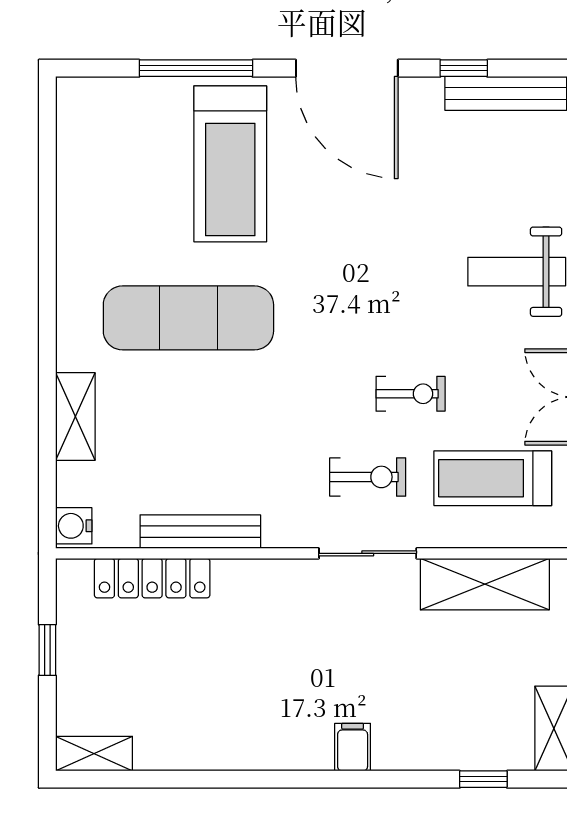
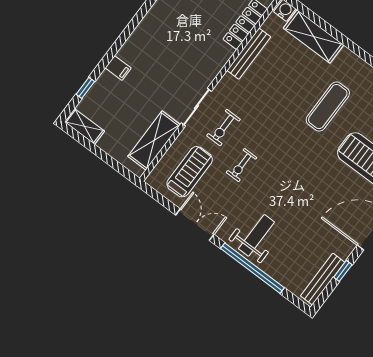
exercise mat: (188, 318) -> (328, 107), width x0.73, depth x0.69
shelving: (75, 417) -> (314, 36), width x1.50, depth x1.33
filing cabinet: (353, 747) -> (118, 68), moved

